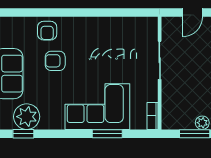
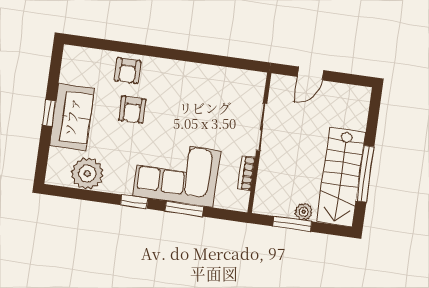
armchair: (55, 61) -> (132, 110), turned -90
bookcase: (153, 116) -> (246, 173), moved
window: (23, 134) -> (134, 202), moved

